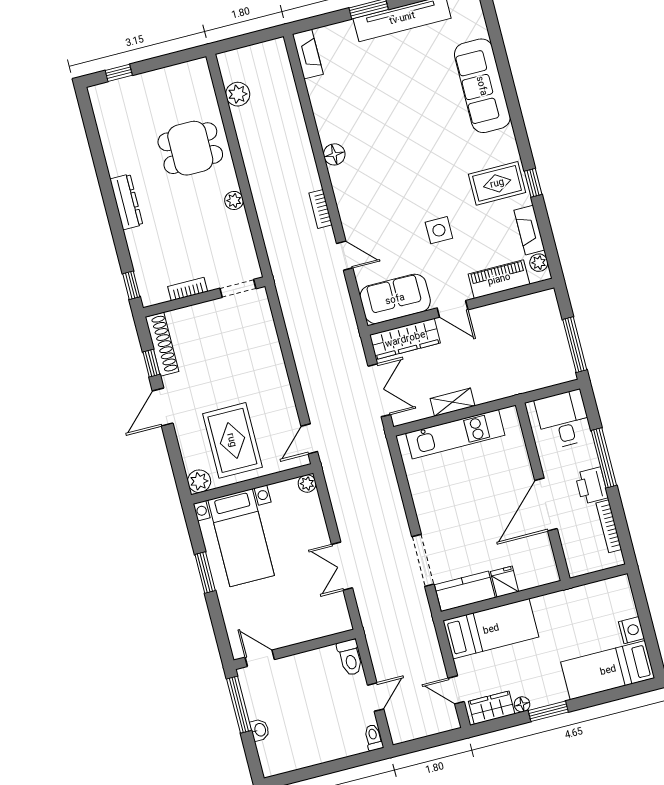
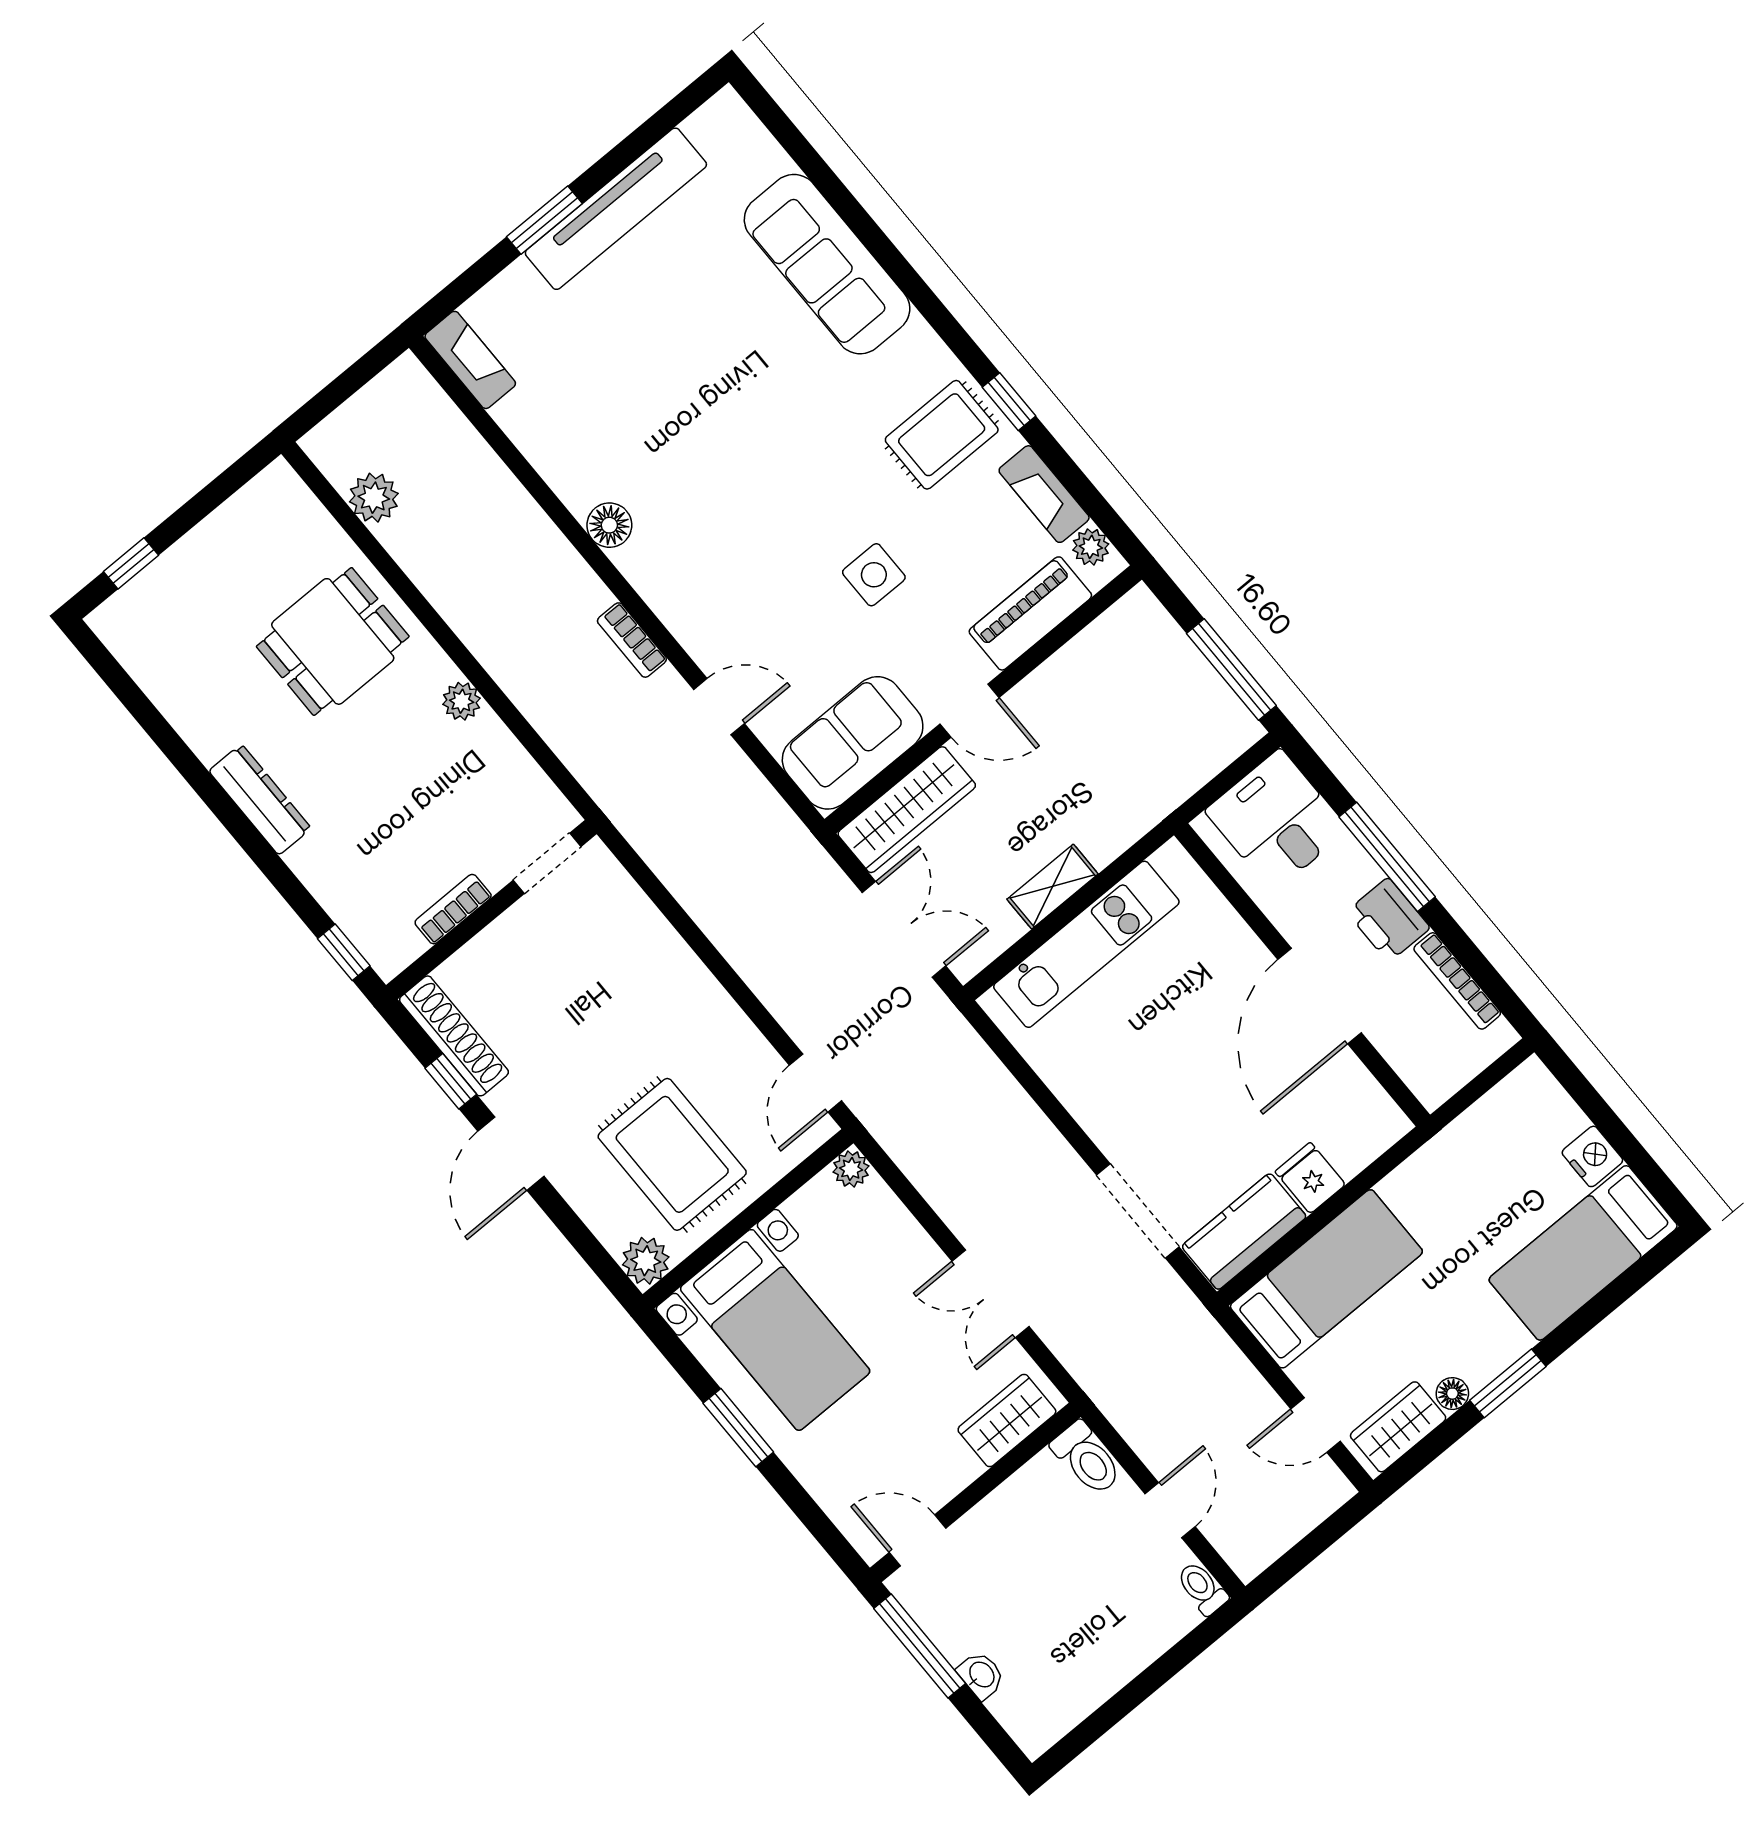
wardrobe: (323, 625) -> (1007, 1421), added

